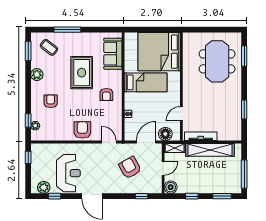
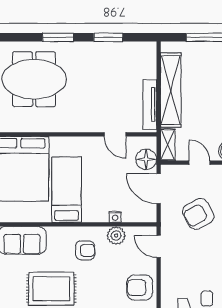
window: (244, 56) -> (58, 37), moved
plant: (116, 115) -> (116, 236), added
door: (109, 142) -> (159, 246), hinge flipped

